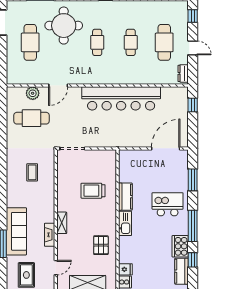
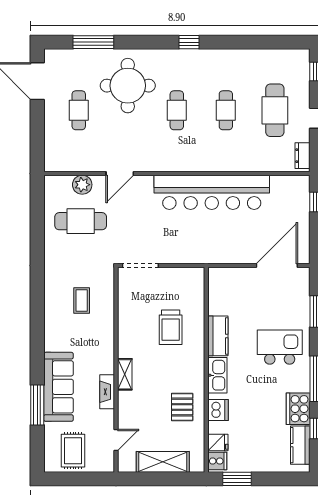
cafe table: (30, 42) -> (79, 110), width x0.73, depth x0.74
trolley: (93, 191) -> (171, 327), turned -90
dishwasher: (125, 247) -> (218, 410), added

